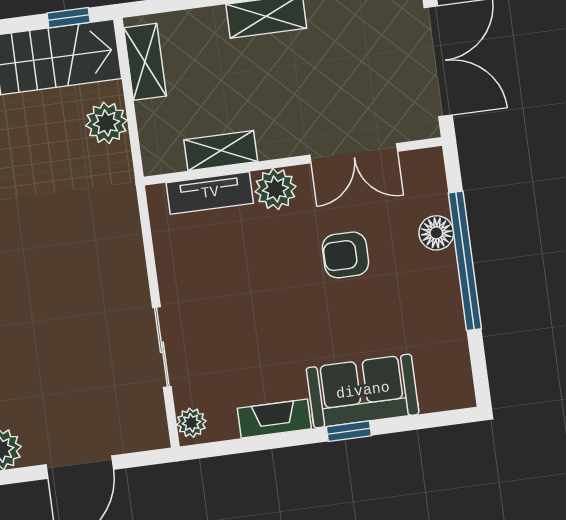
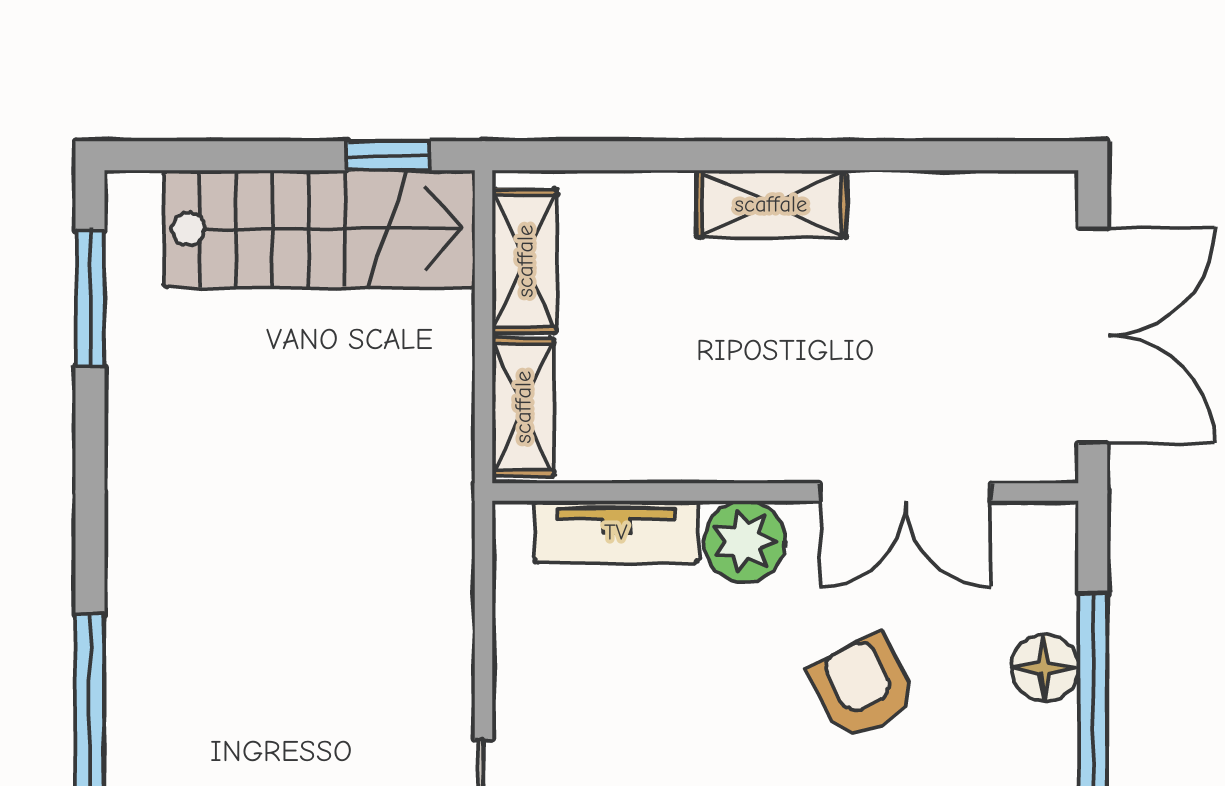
plant: (106, 123) -> (434, 369), removed
shelving: (221, 151) -> (523, 407), moved, turned 90
armchair: (345, 255) -> (863, 687), turned 63

